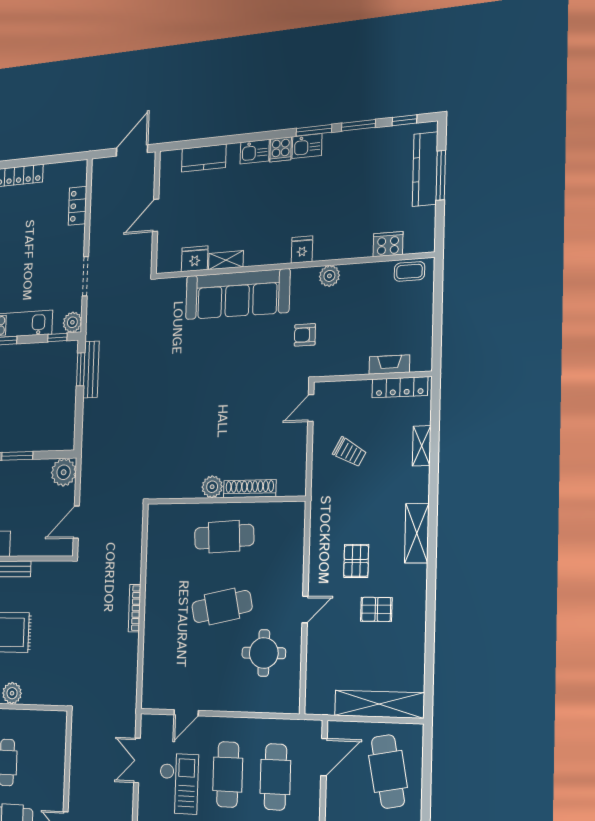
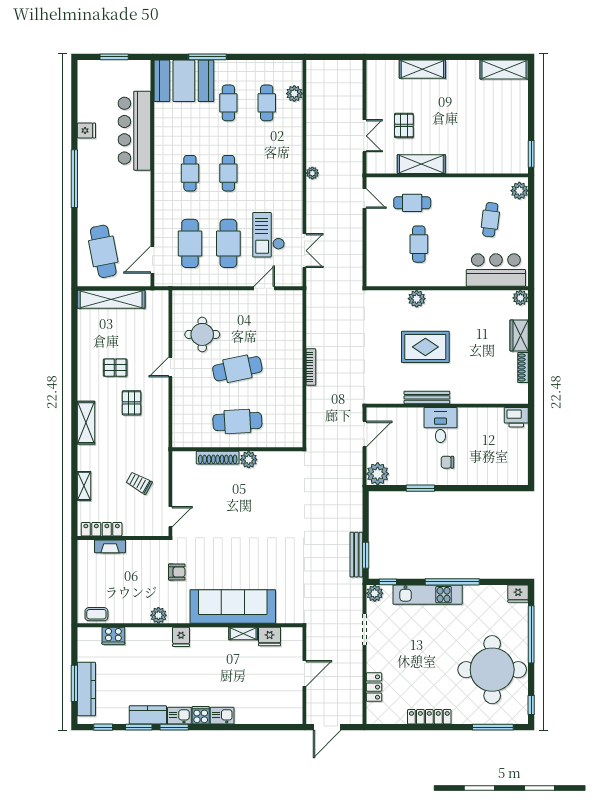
kitchen counter: (204, 158) -> (148, 715), moved

